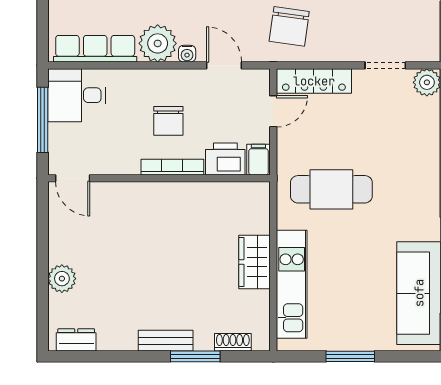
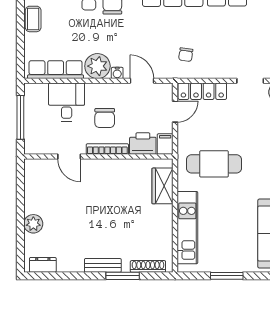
chair: (289, 26) -> (186, 55), width x0.54, depth x0.54
desk: (77, 95) -> (67, 102), moved, turned 90
door: (73, 178) -> (69, 156), moved
wardrobe: (255, 262) -> (162, 186), moved
shoe rack: (233, 342) -> (148, 266), width x1.43

